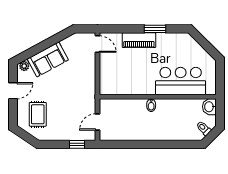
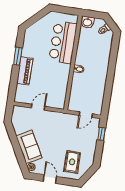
door: (97, 44) -> (38, 107), moved
rug: (38, 114) -> (72, 162), turned 90
door: (97, 122) -> (86, 115), hinge flipped

